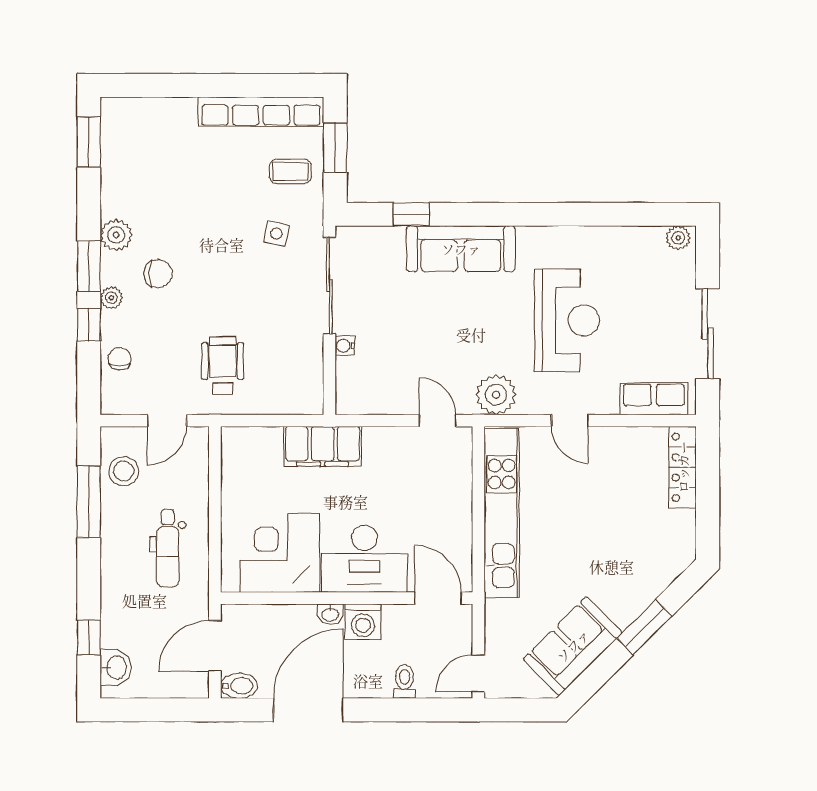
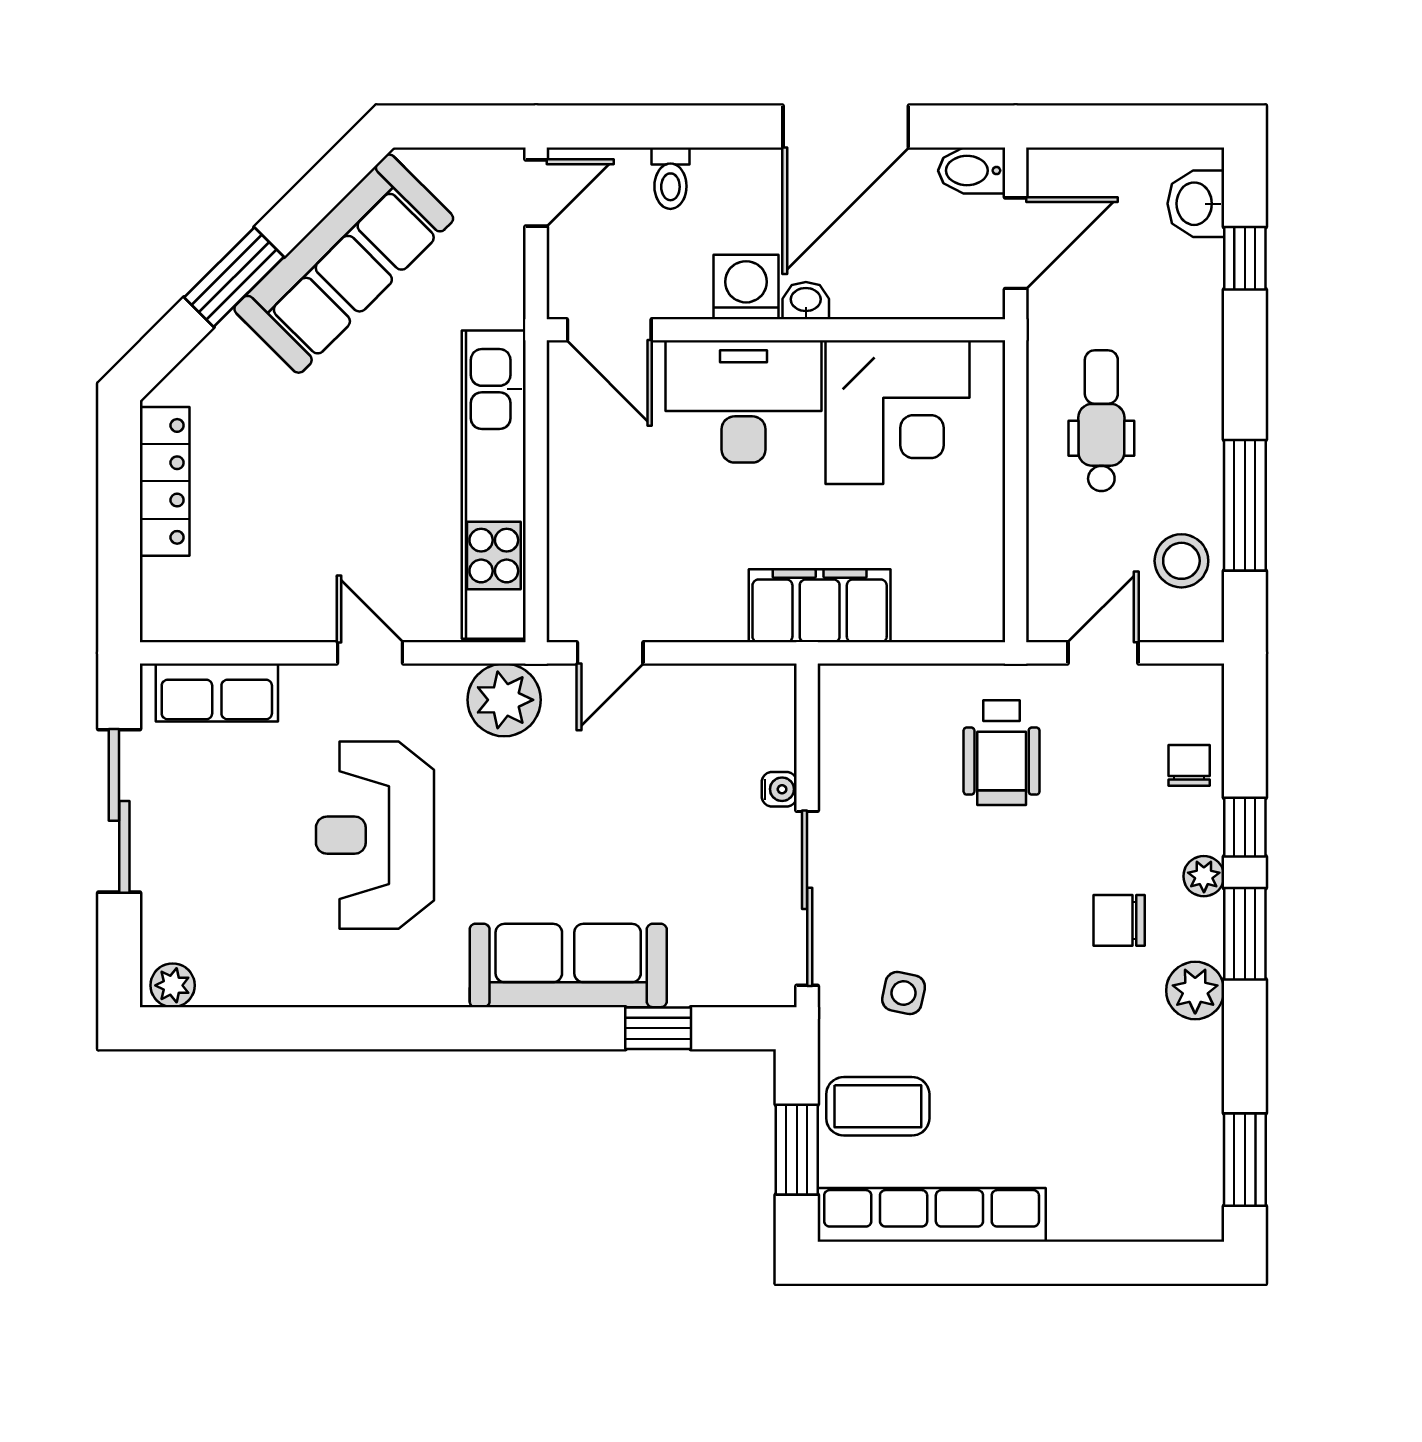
coffee table: (291, 171) -> (878, 1106), width x1.36, depth x1.30
chair: (119, 359) -> (1189, 765), turned 180
door: (438, 421) -> (610, 653), hinge flipped
locker: (683, 467) -> (165, 481), moved
sofa: (573, 646) -> (344, 264), width x1.36

